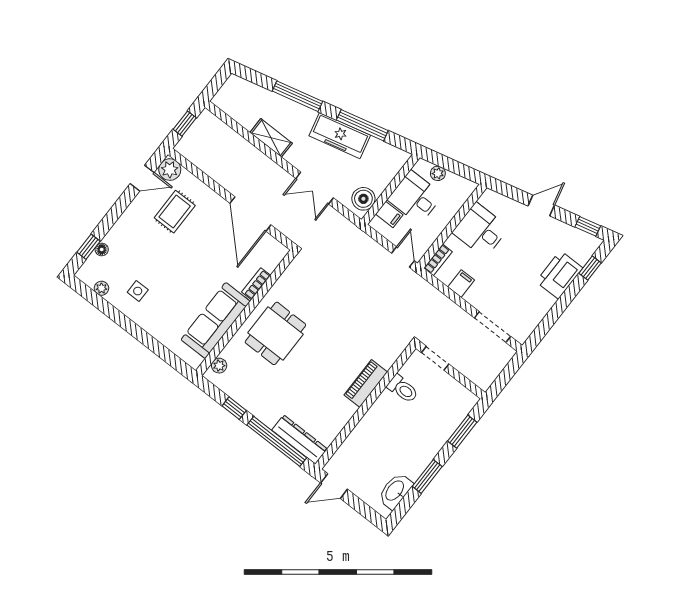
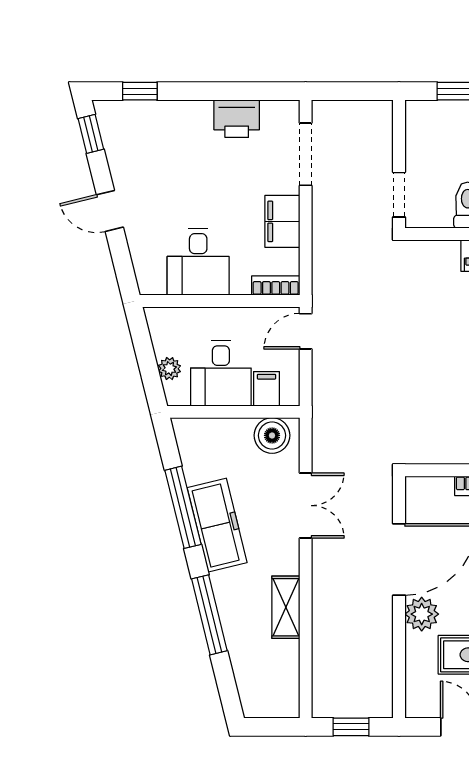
plant: (170, 170) -> (422, 614), moved
printer: (559, 275) -> (237, 119), moved, width x0.73, depth x0.84
filing cabinet: (461, 284) -> (282, 221), width x2.00

